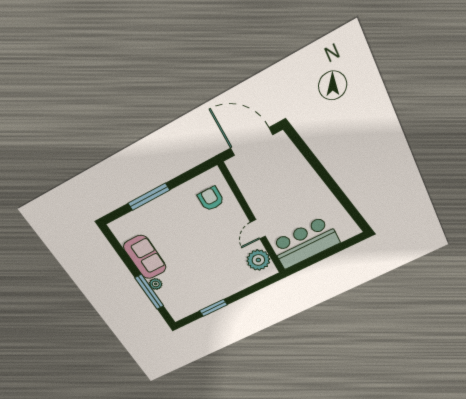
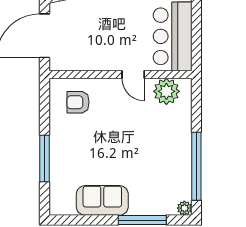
plant: (156, 284) -> (184, 208), moved
window: (213, 308) -> (196, 166), width x2.11

